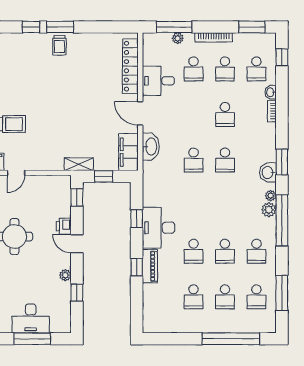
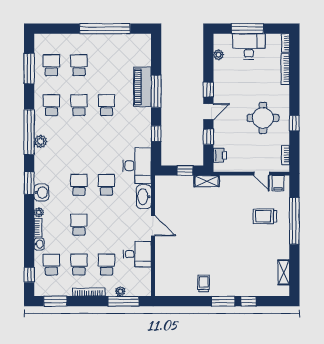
trolley: (59, 45) -> (204, 283), moved
locker: (130, 66) -> (162, 267), removed
filing cabinet: (128, 152) -> (163, 192), removed
washbasin: (268, 172) -> (41, 192), moved
door: (16, 173) -> (262, 174), swing flipped
plant: (271, 196) -> (39, 212), moved
window: (77, 197) -> (208, 137), moved
printer: (64, 226) -> (220, 155), moved
desk: (158, 228) -> (137, 166), moved
door: (77, 244) -> (208, 112), hinge flipped
piano: (150, 266) -> (142, 87), width x1.37, depth x1.33
window: (137, 267) -> (156, 91), width x2.17
plant: (65, 275) -> (218, 55), moved
window: (77, 293) -> (208, 90), moved
school desk: (194, 297) -> (106, 65), removed
window: (231, 339) -> (105, 29), moved

